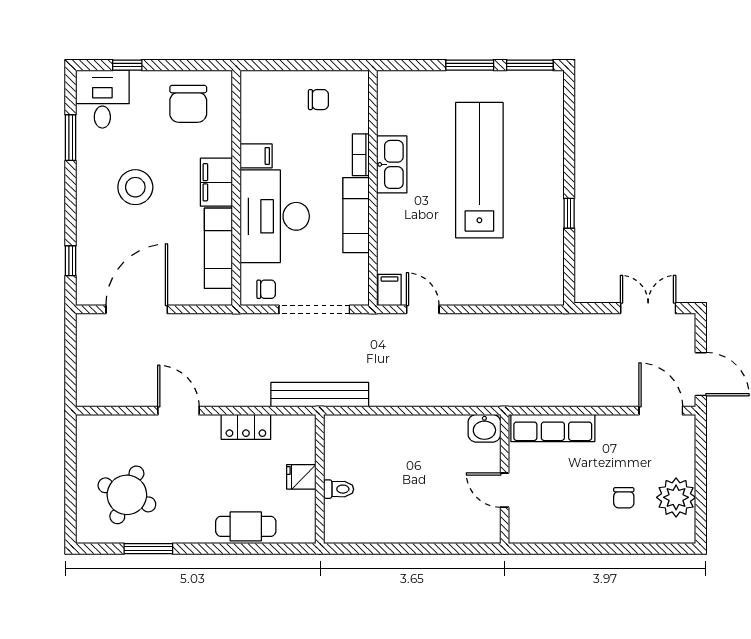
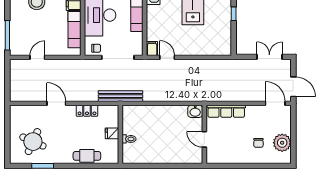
window: (70, 261) -> (7, 35), width x2.17
door: (137, 309) -> (37, 57), width x0.53

